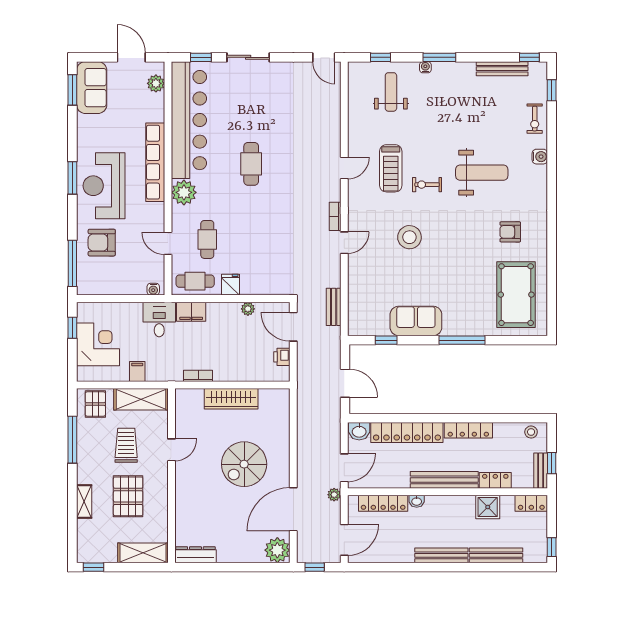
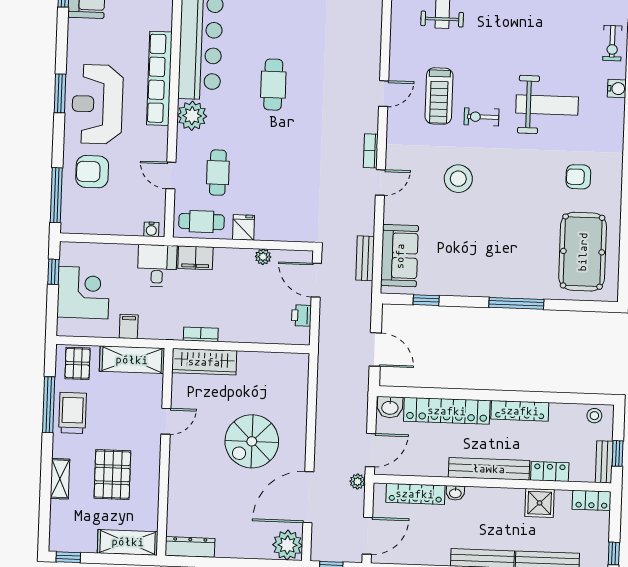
sofa: (416, 321) -> (400, 256), moved, turned 90
wardrobe: (231, 399) -> (204, 362), moved
trolley: (126, 445) -> (73, 413), moved

